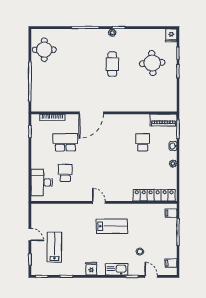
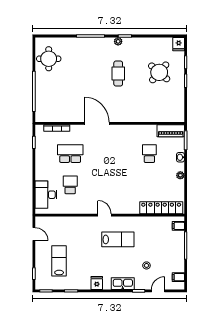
round table: (152, 63) -> (159, 72), turned 45
door: (91, 113) -> (97, 123), swing flipped
door: (30, 235) -> (34, 234), moved
door: (151, 276) -> (158, 291), hinge flipped

